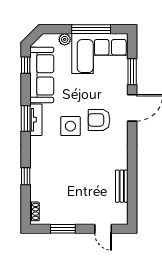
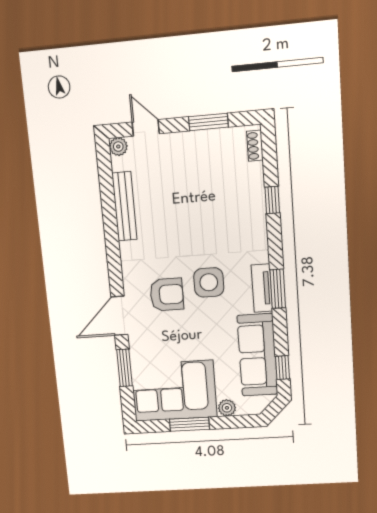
window: (91, 29) -> (189, 424), width x0.69
bench: (122, 186) -> (124, 206), width x1.36
plant: (122, 219) -> (118, 147), added

